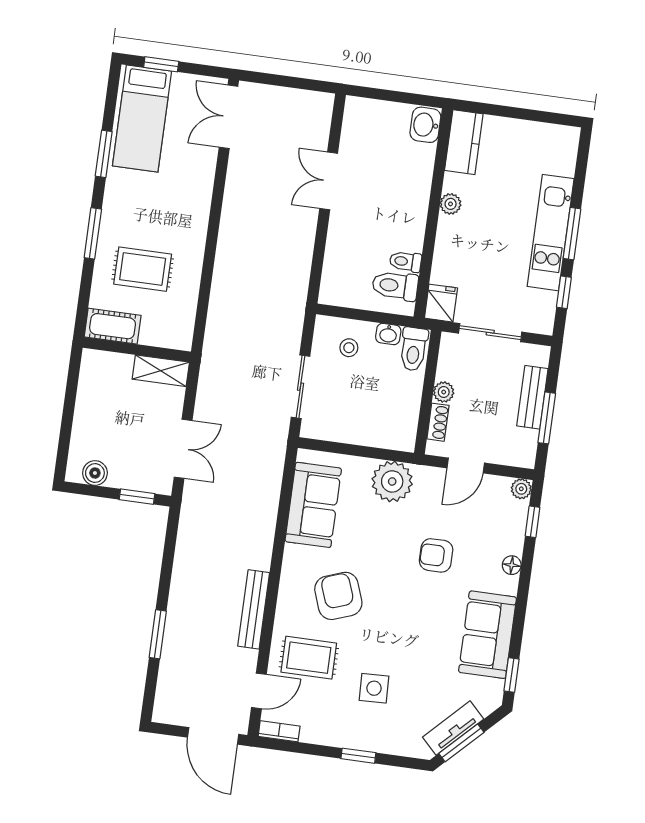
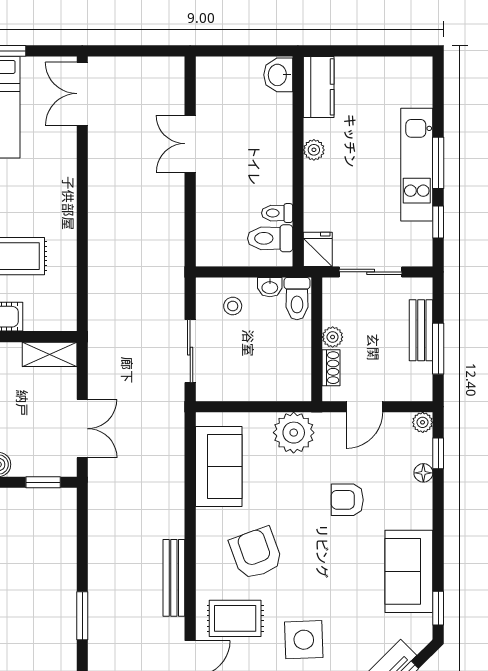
floor lamp: (512, 565) -> (423, 473), moved
side table: (374, 688) -> (304, 640), width x1.37, depth x1.37

